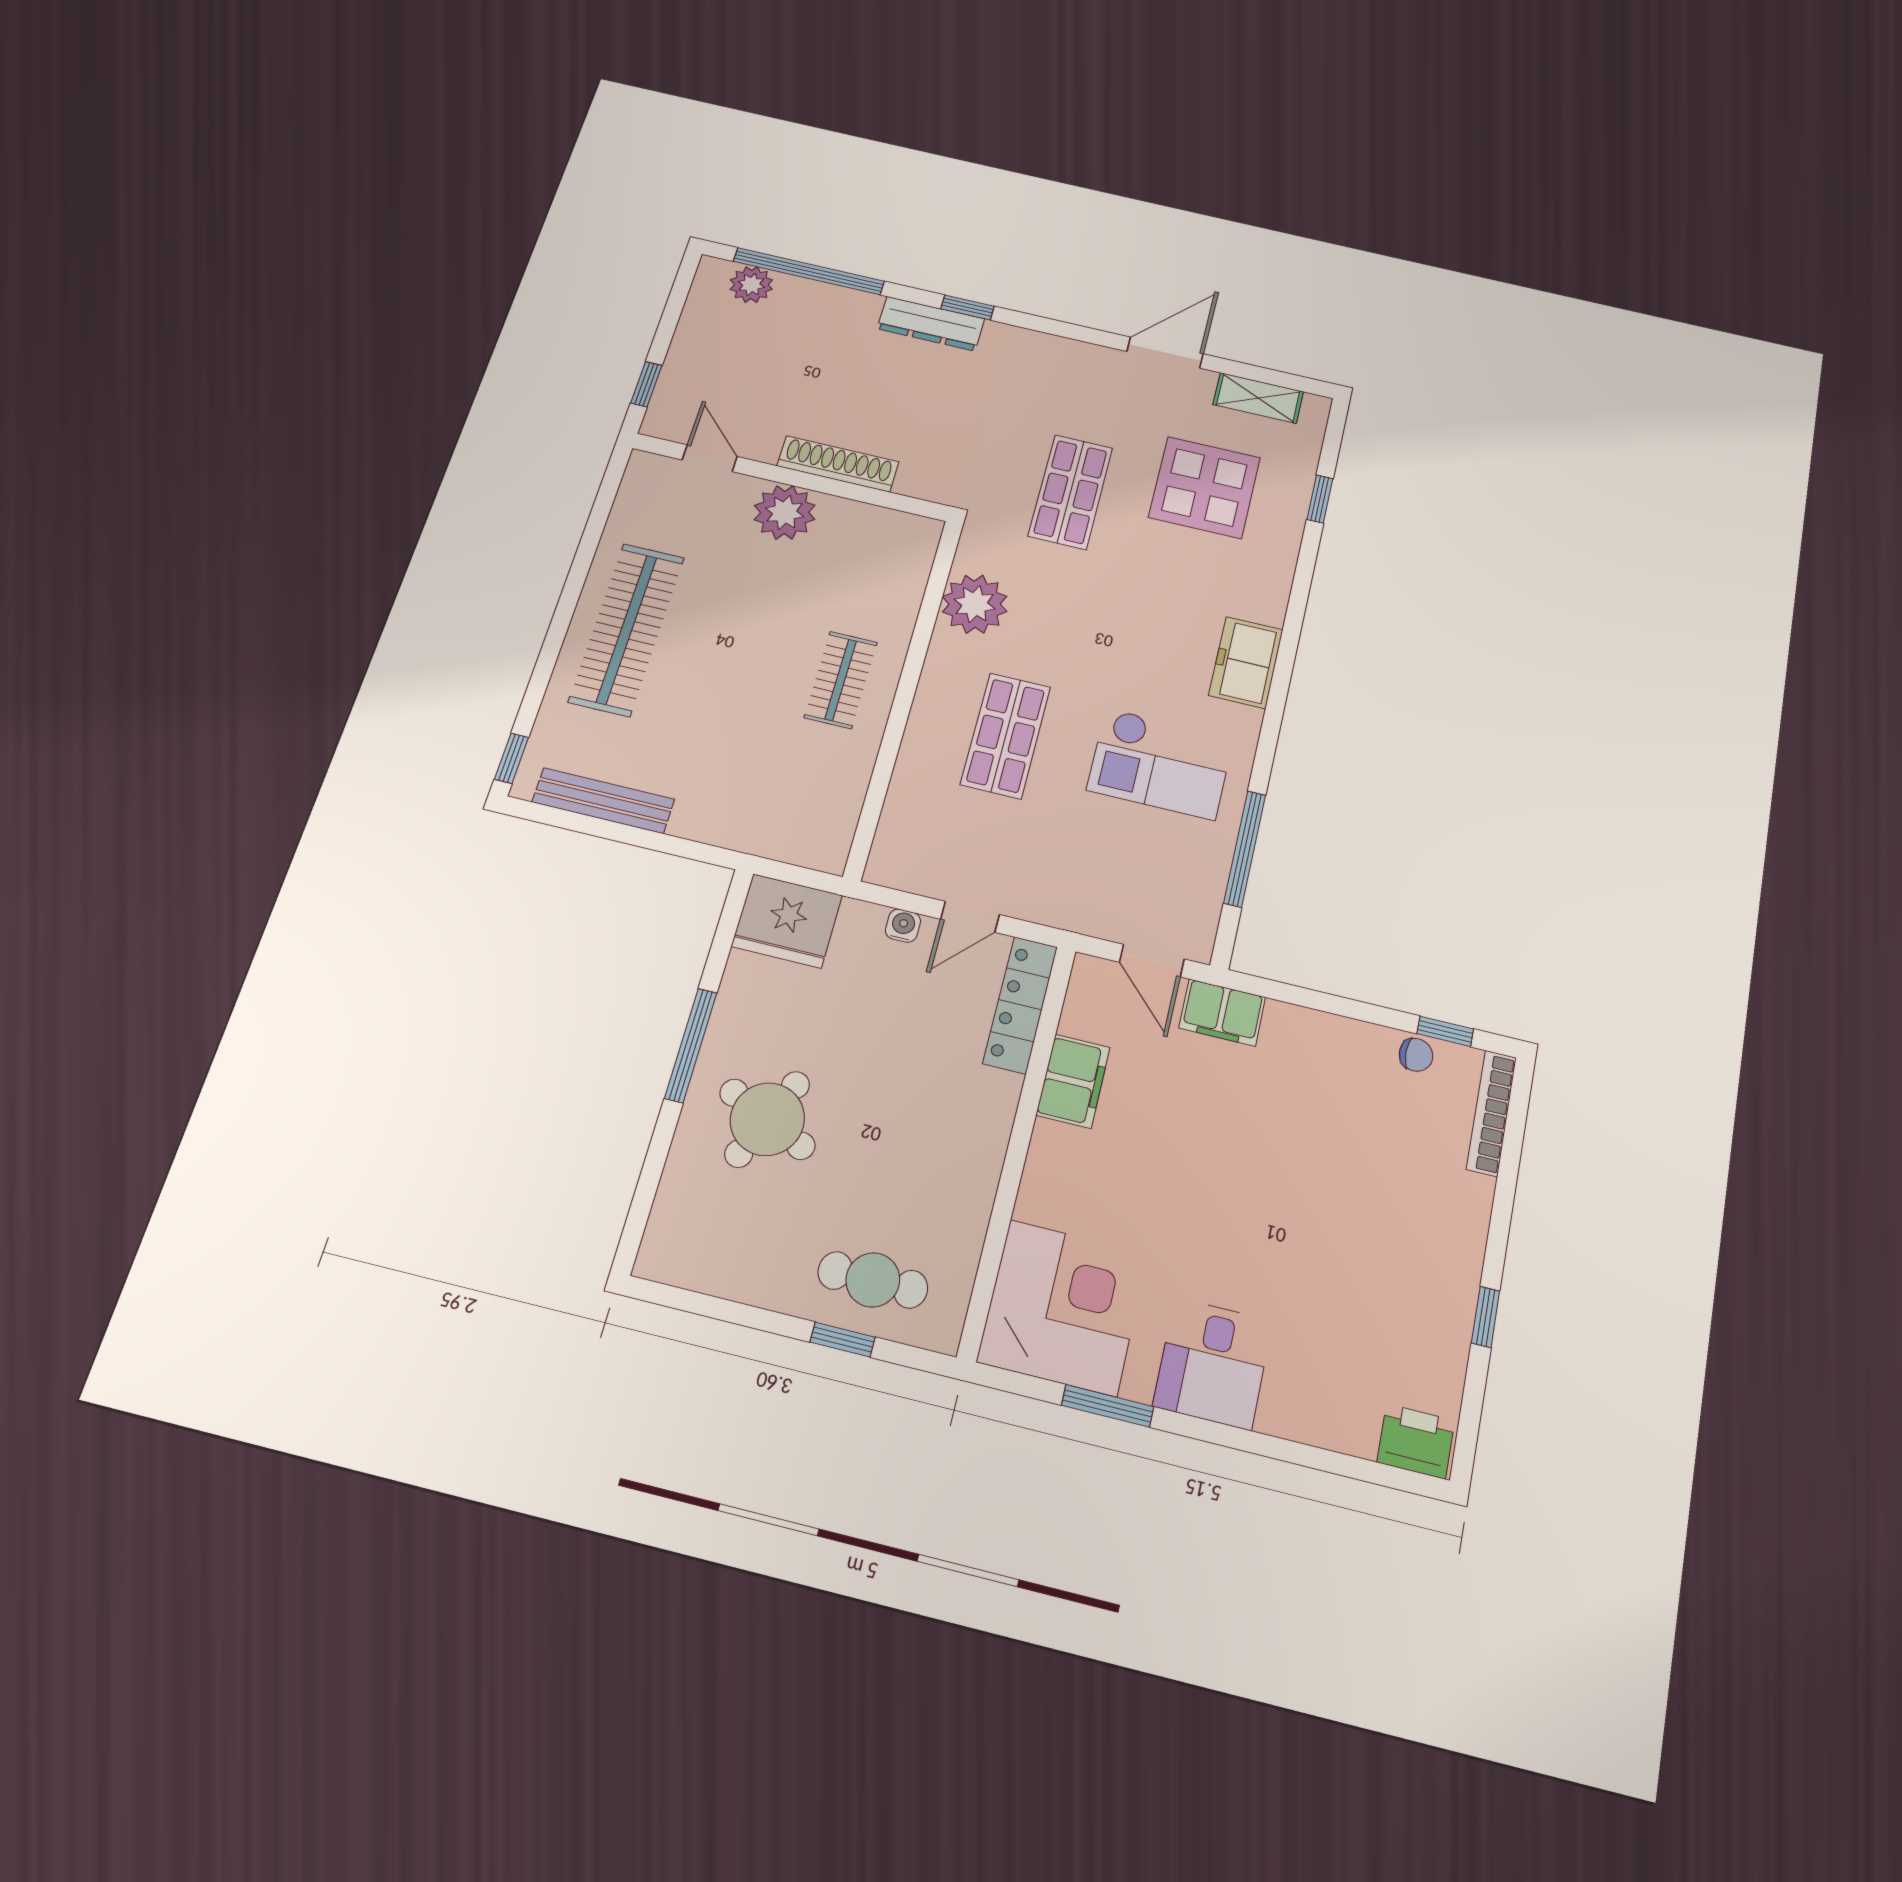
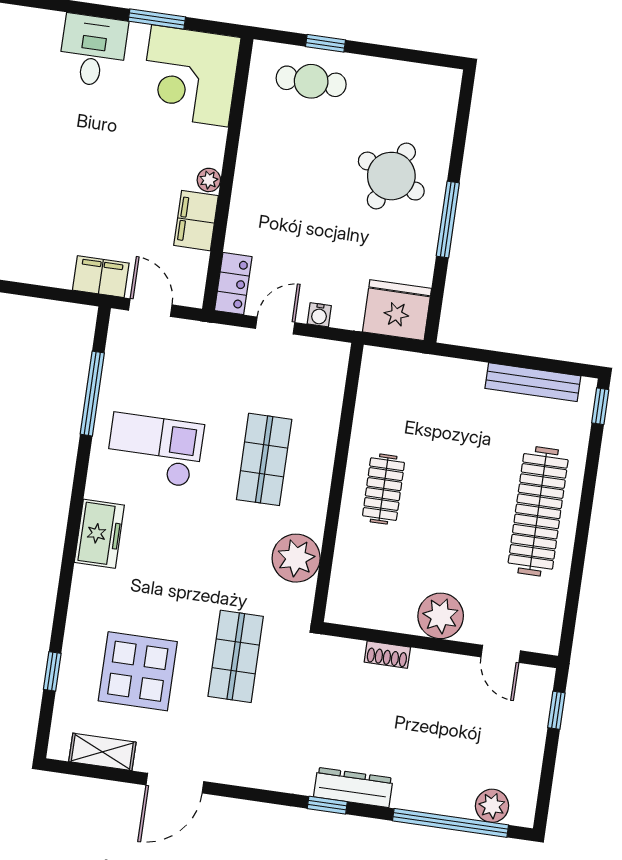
shoe rack: (838, 464) -> (387, 655), width x0.51, depth x0.81
locker: (1020, 1005) -> (233, 284), width x0.66
plant: (1048, 1141) -> (209, 180), added

